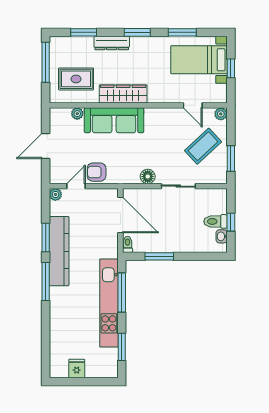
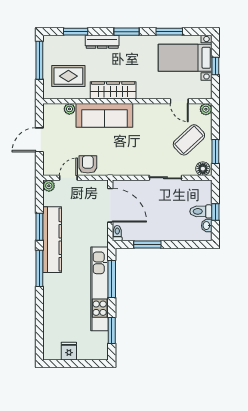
armchair: (97, 172) -> (88, 164), turned 90
floor lamp: (148, 176) -> (203, 169), moved

